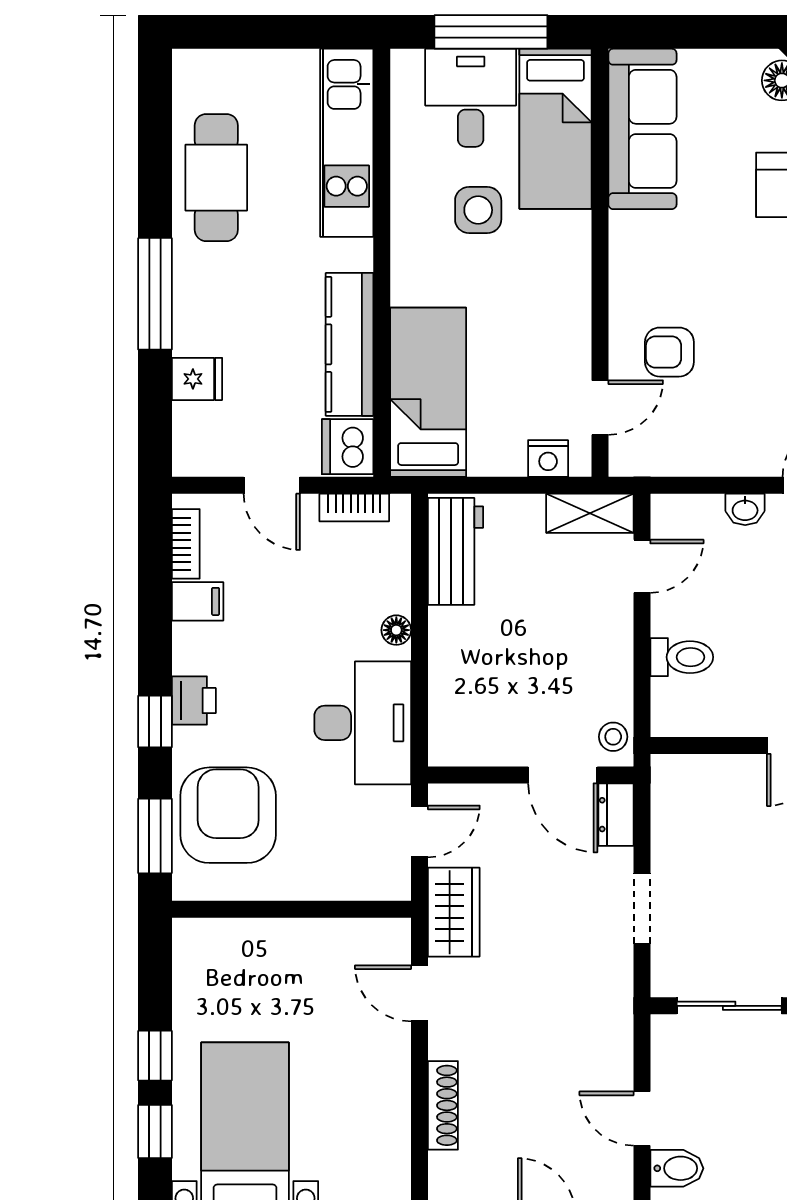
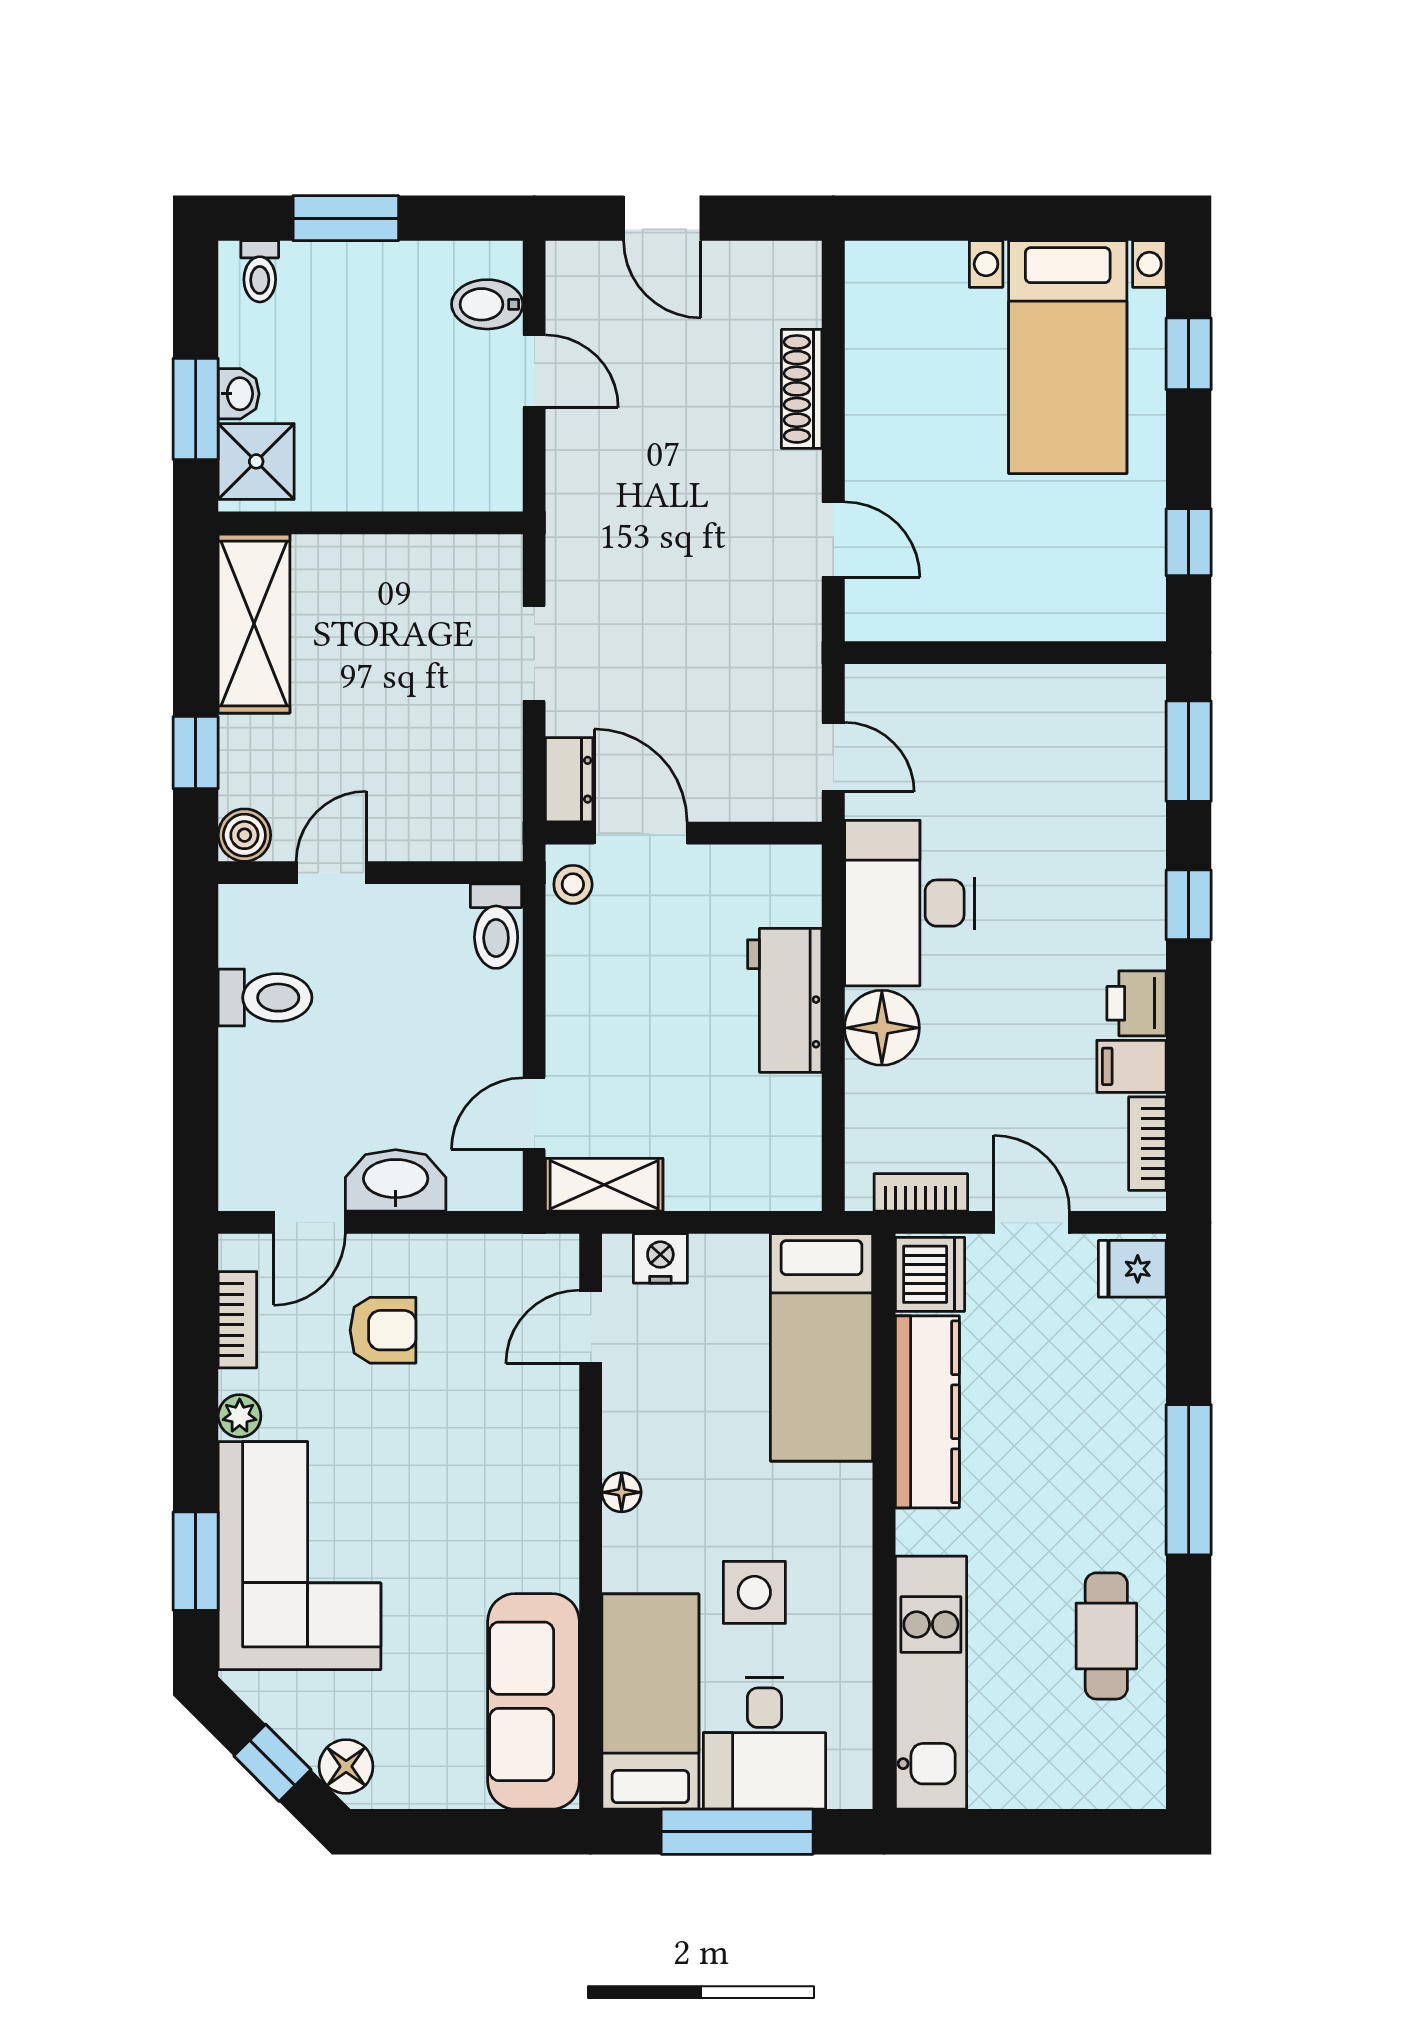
cafe table: (216, 178) -> (1106, 1636), width x0.73, depth x0.74
floor lamp: (577, 284) -> (622, 1492), added
armchair: (669, 352) -> (383, 1330), moved
fridge: (197, 379) -> (1132, 1269), moved
washbasin: (745, 509) -> (396, 1180), width x1.91, depth x1.45
workbench: (456, 551) -> (785, 1000), moved
floor lamp: (396, 630) -> (882, 1028), width x1.89, depth x1.89
toilet: (682, 657) -> (496, 926), moved, turned -90
printer: (194, 701) -> (1137, 1003), moved
armchair: (228, 815) -> (1090, 779), removed
door: (419, 831) -> (833, 757), swing flipped
wardrobe: (454, 912) -> (787, 649), removed
sliding door: (729, 1006) -> (417, 523), removed
window: (155, 1056) -> (1189, 542), moved

